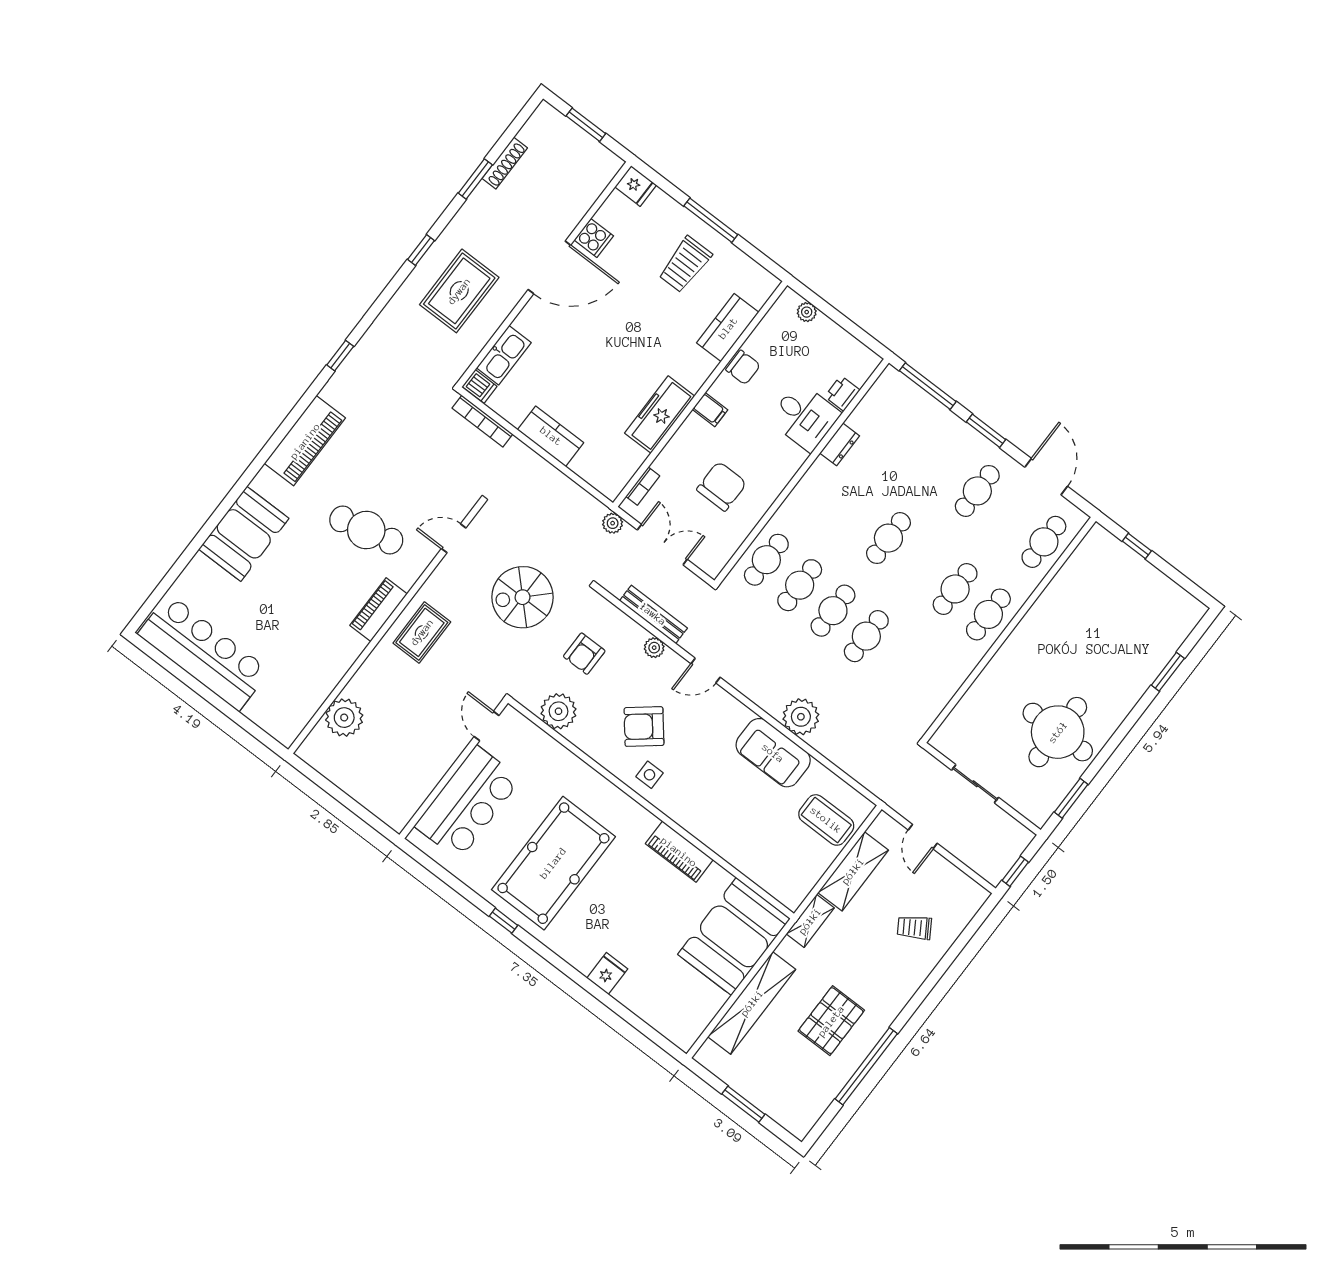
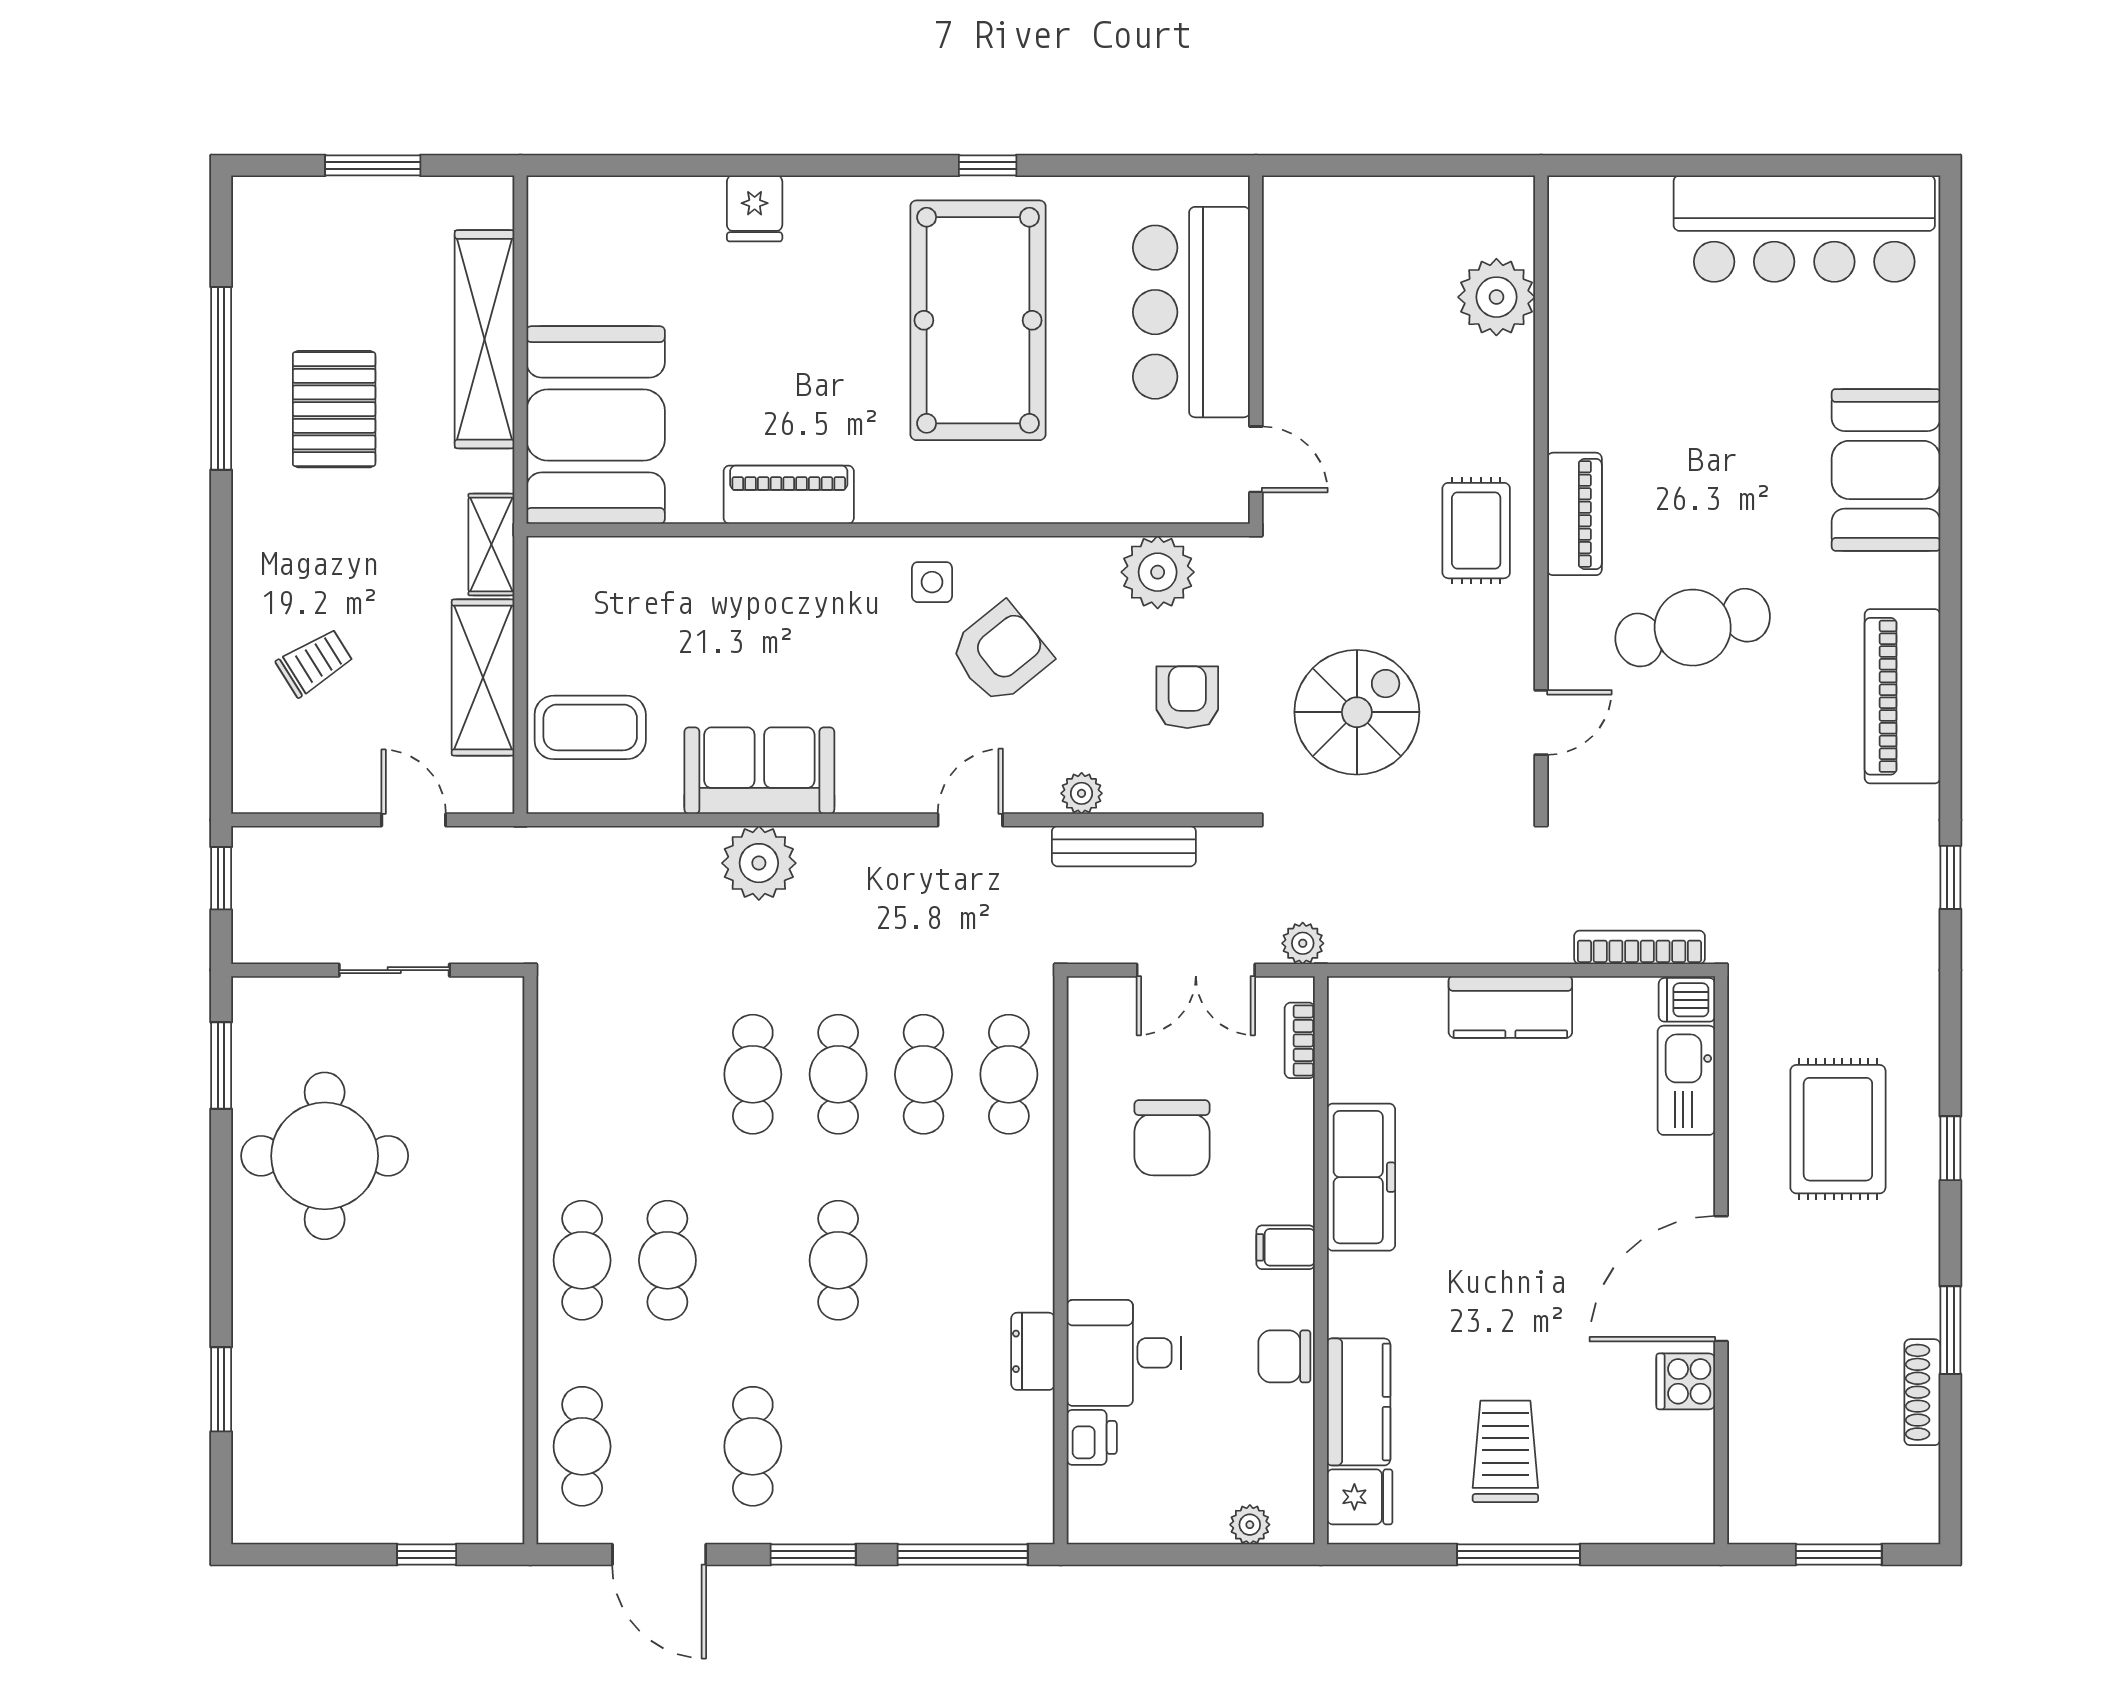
fridge: (636, 186) -> (1360, 1497), moved, turned 180

